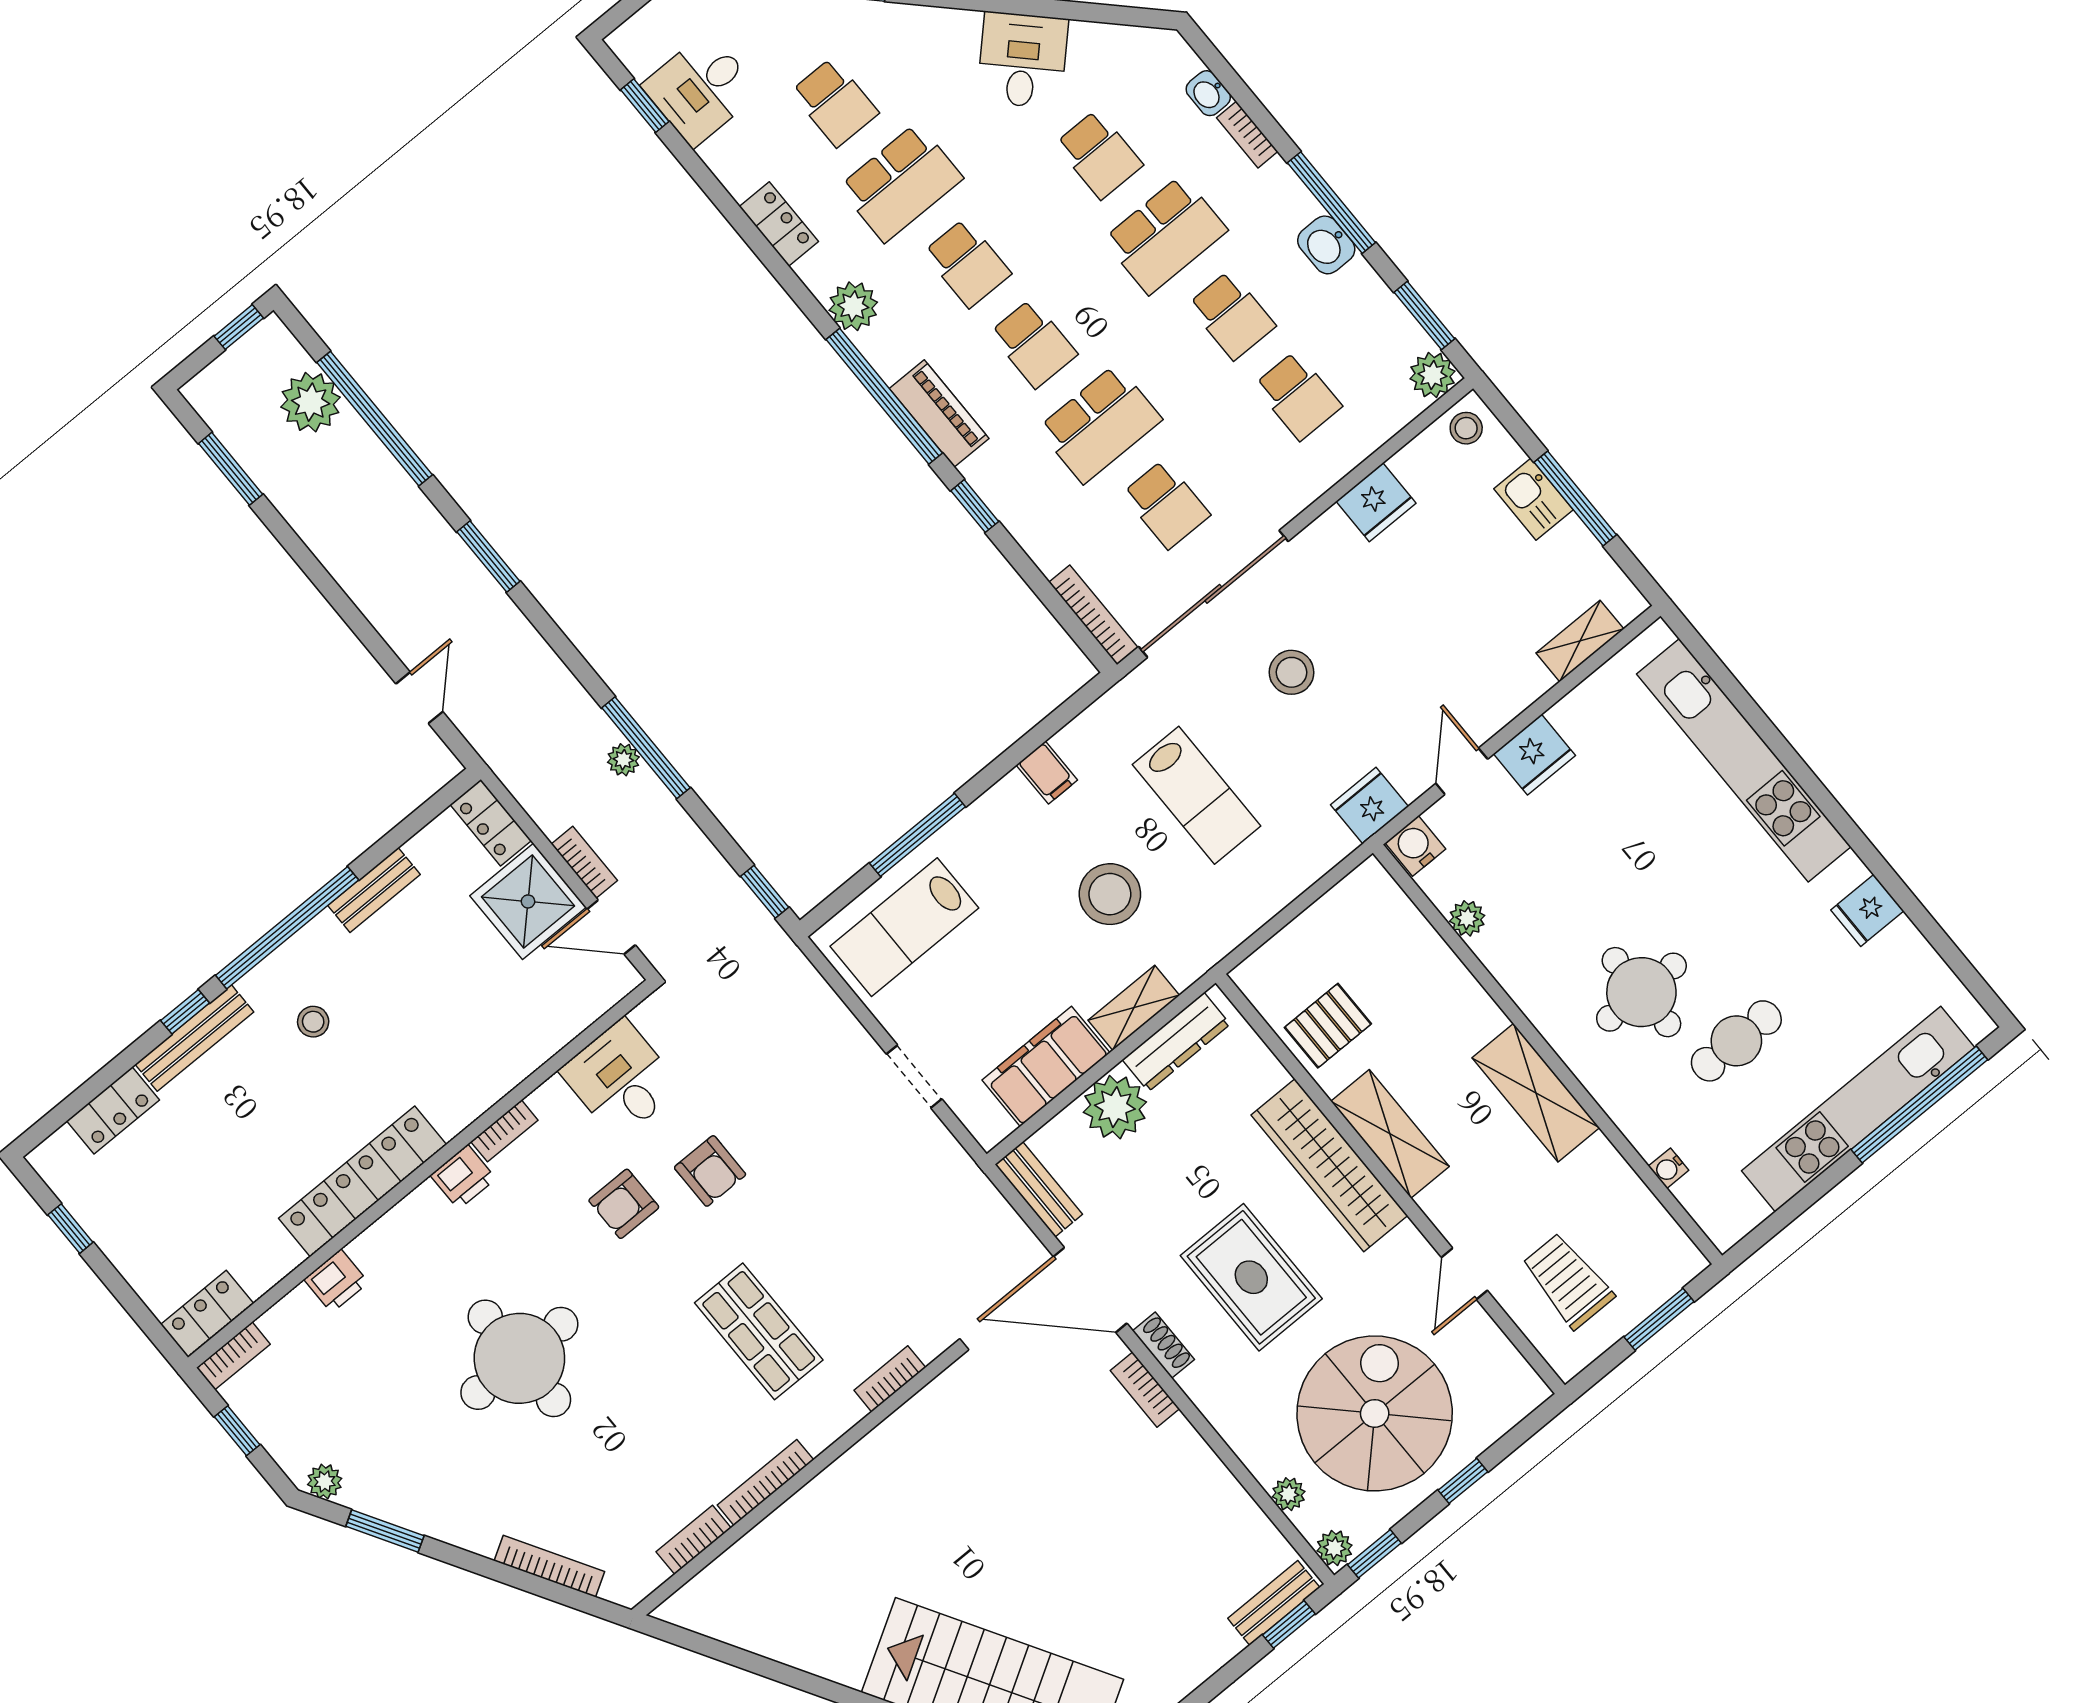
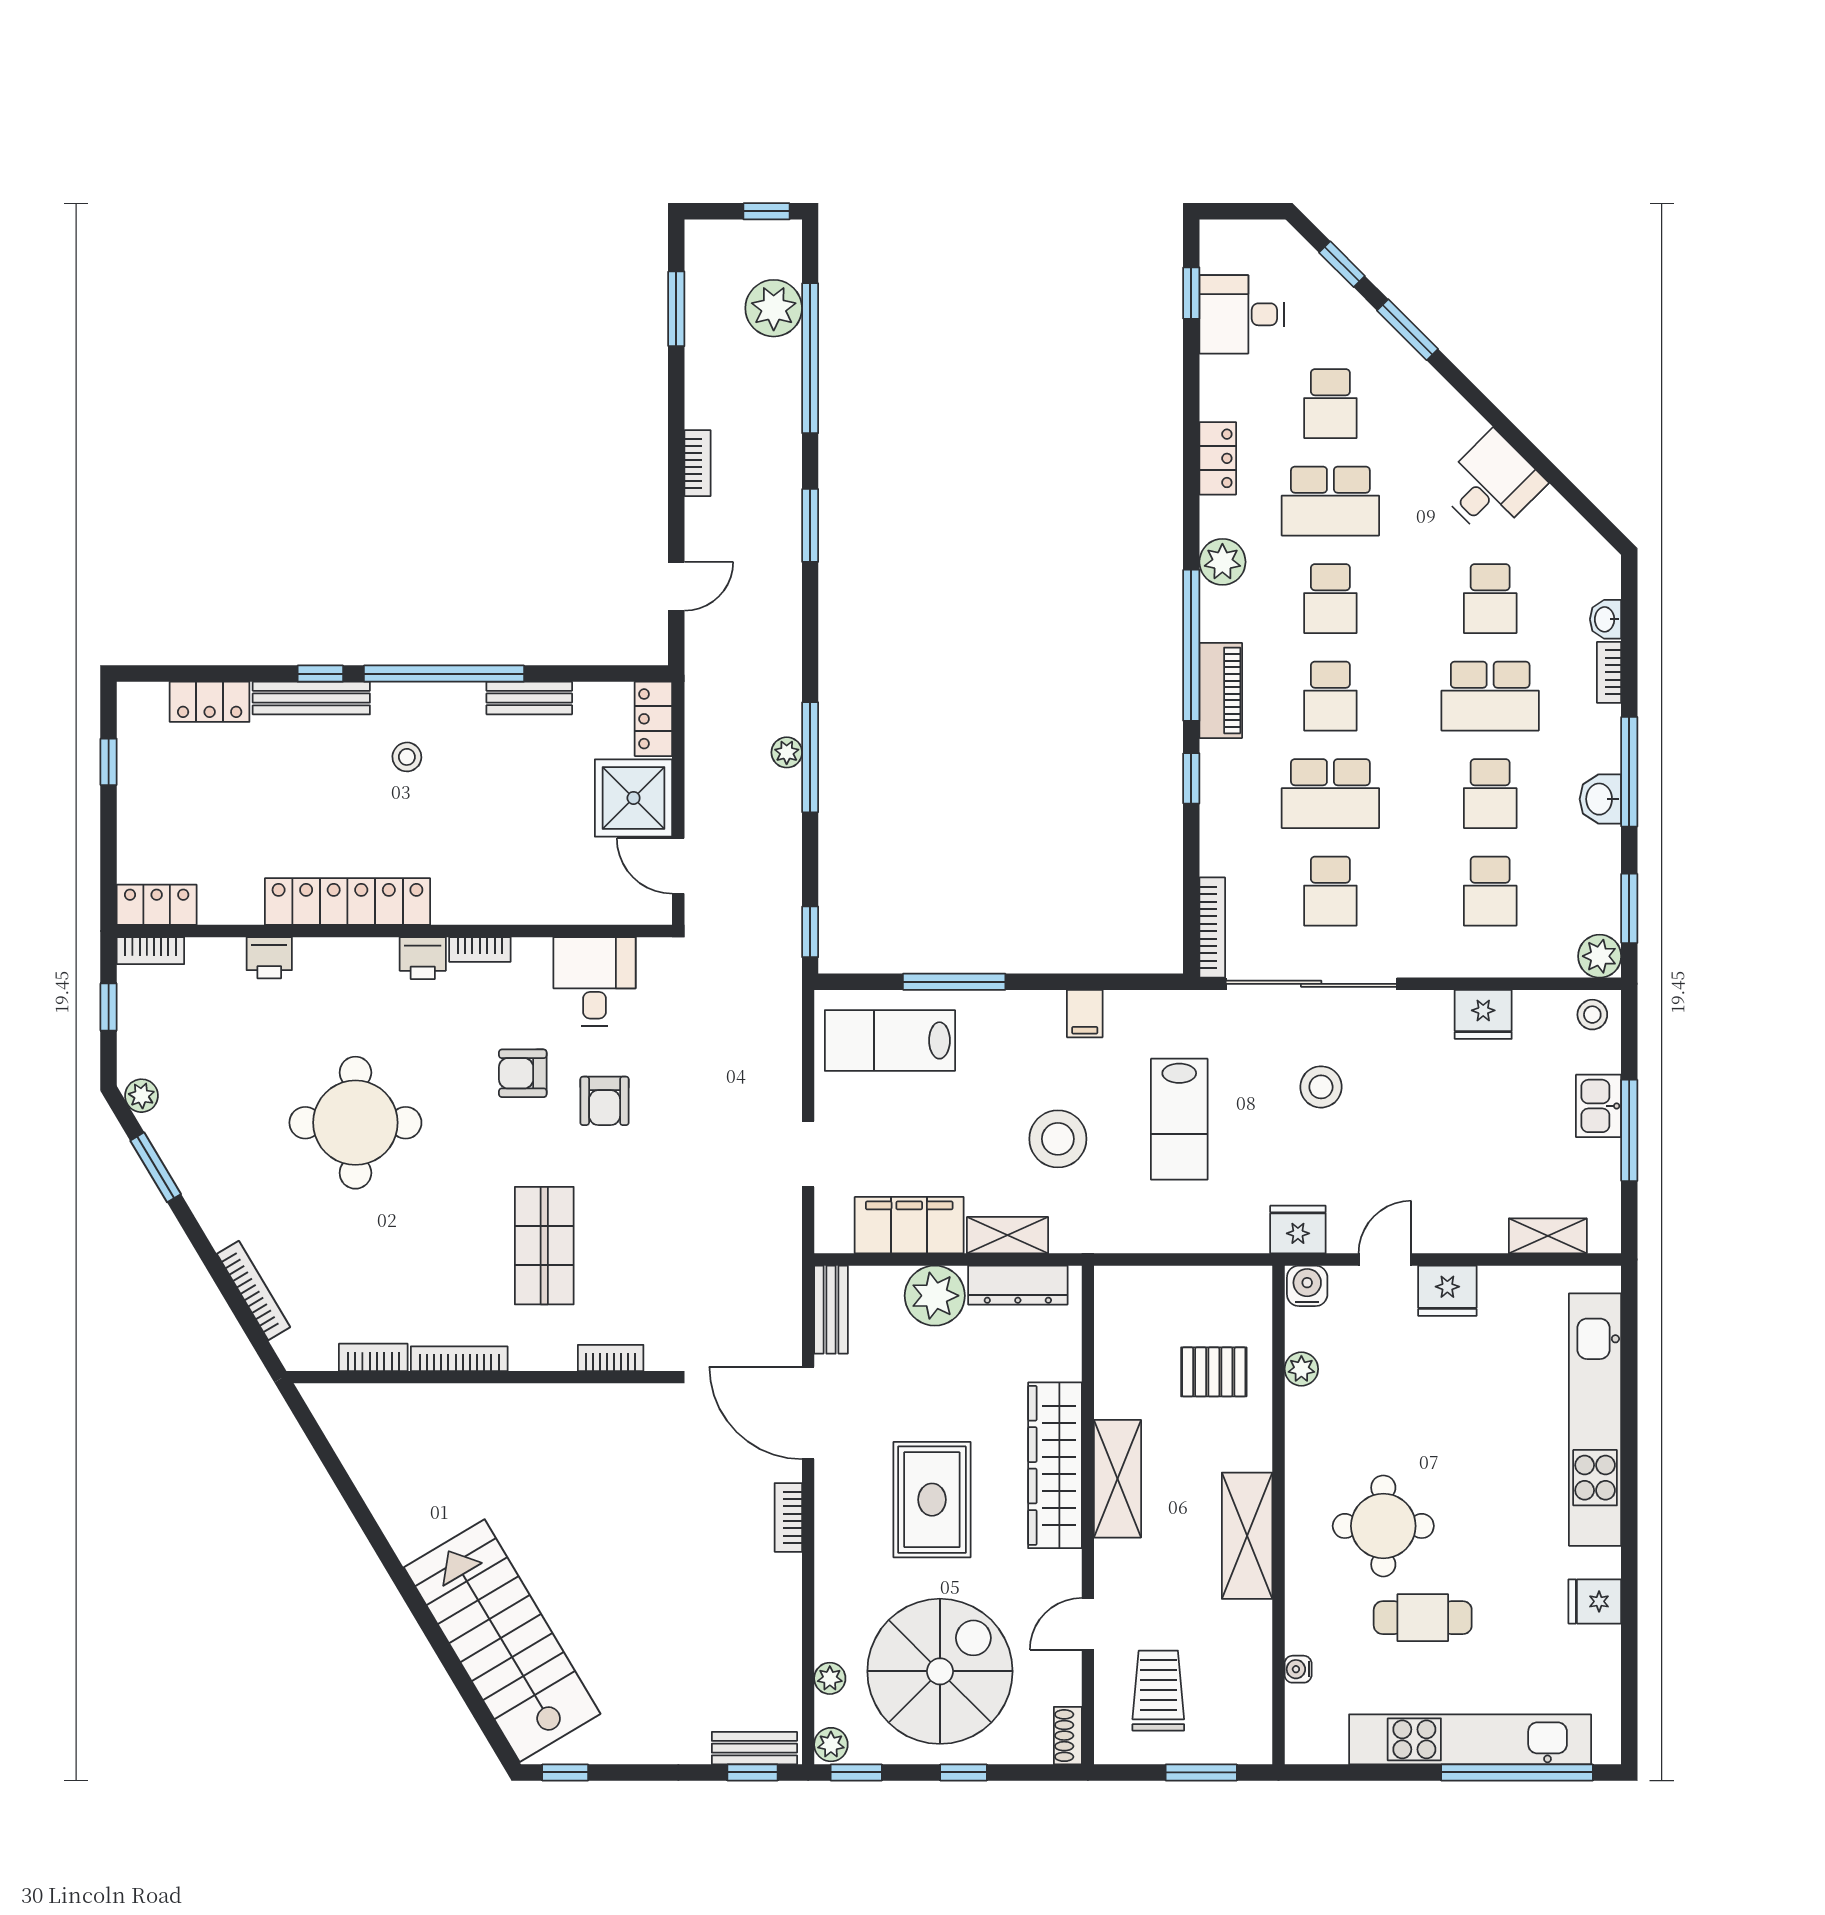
bookcase: (584, 862) -> (698, 463), moved
pallet: (1328, 1026) -> (1214, 1372), moved
shoe rack: (1163, 1345) -> (1068, 1736), moved, turned 180

